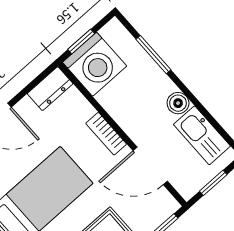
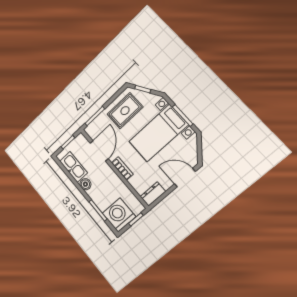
washing machine: (95, 64) -> (119, 215), moved
door: (150, 166) -> (99, 151), hinge flipped

